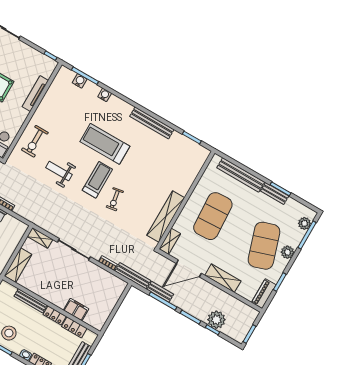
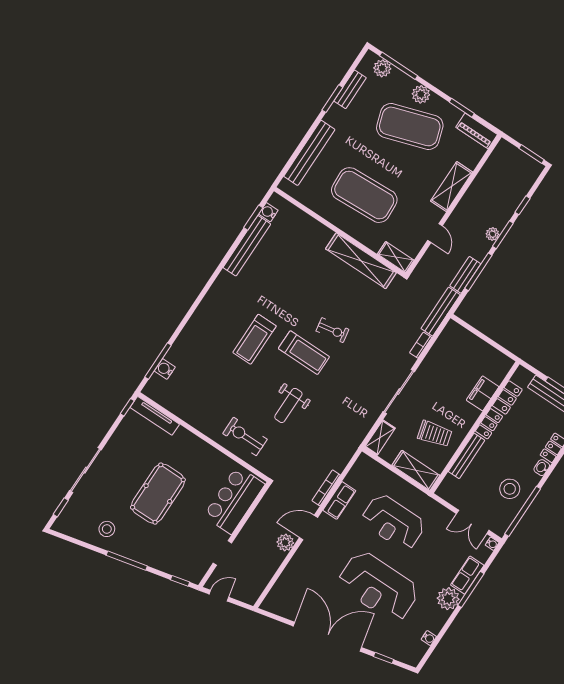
tv unit: (35, 94) -> (155, 416), moved
water cooler: (105, 95) -> (268, 212), moved
bench: (152, 123) -> (247, 246), moved
exercise bike: (35, 141) -> (245, 436), turned 180
treadmill: (105, 144) -> (254, 339), width x0.73, depth x0.73
treadmill: (97, 180) -> (304, 353), turned 180
bench: (275, 194) -> (350, 89), moved
door: (189, 268) -> (435, 233), width x0.53
trolley: (45, 277) -> (435, 434), added
plant: (216, 320) -> (492, 234), moved, width x0.53, depth x0.53

